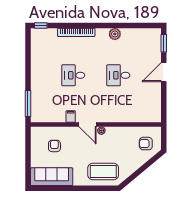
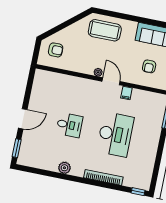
desk: (73, 75) -> (115, 134), width x1.87, depth x1.30

